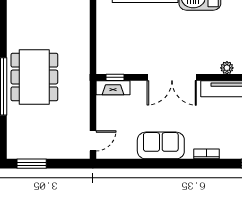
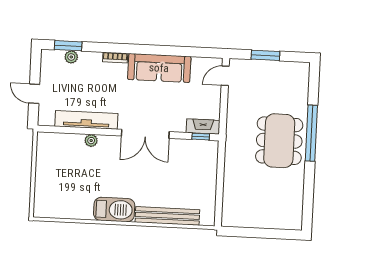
double door: (172, 77) -> (145, 134), swing flipped
sofa: (161, 145) -> (159, 68), width x1.36
window: (32, 164) -> (265, 55), moved

